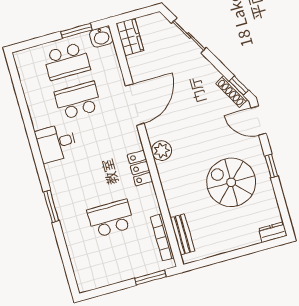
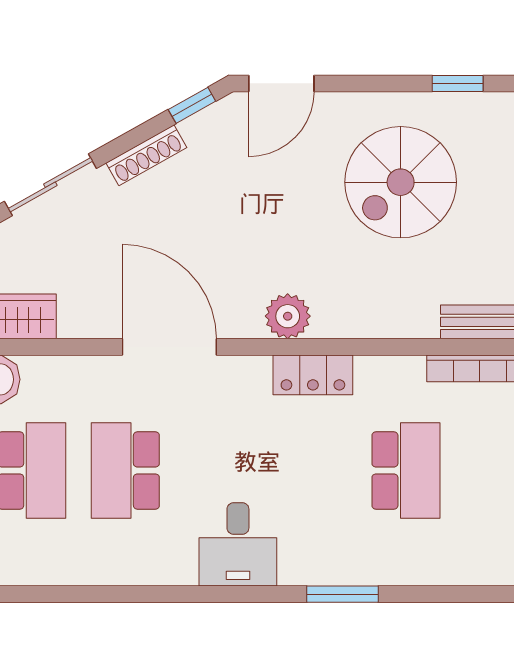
shoe rack: (232, 91) -> (146, 155), moved
desk: (56, 143) -> (238, 544), moved
window: (271, 166) -> (458, 83), moved
school desk: (111, 218) -> (406, 470), turned 180

